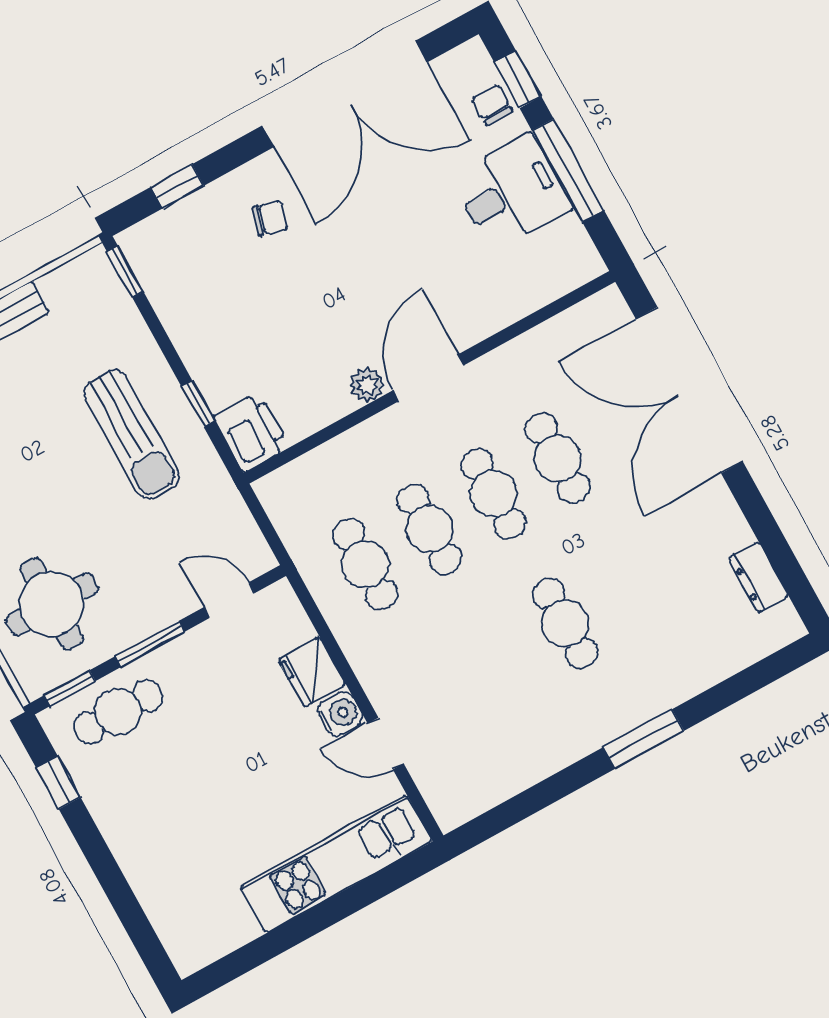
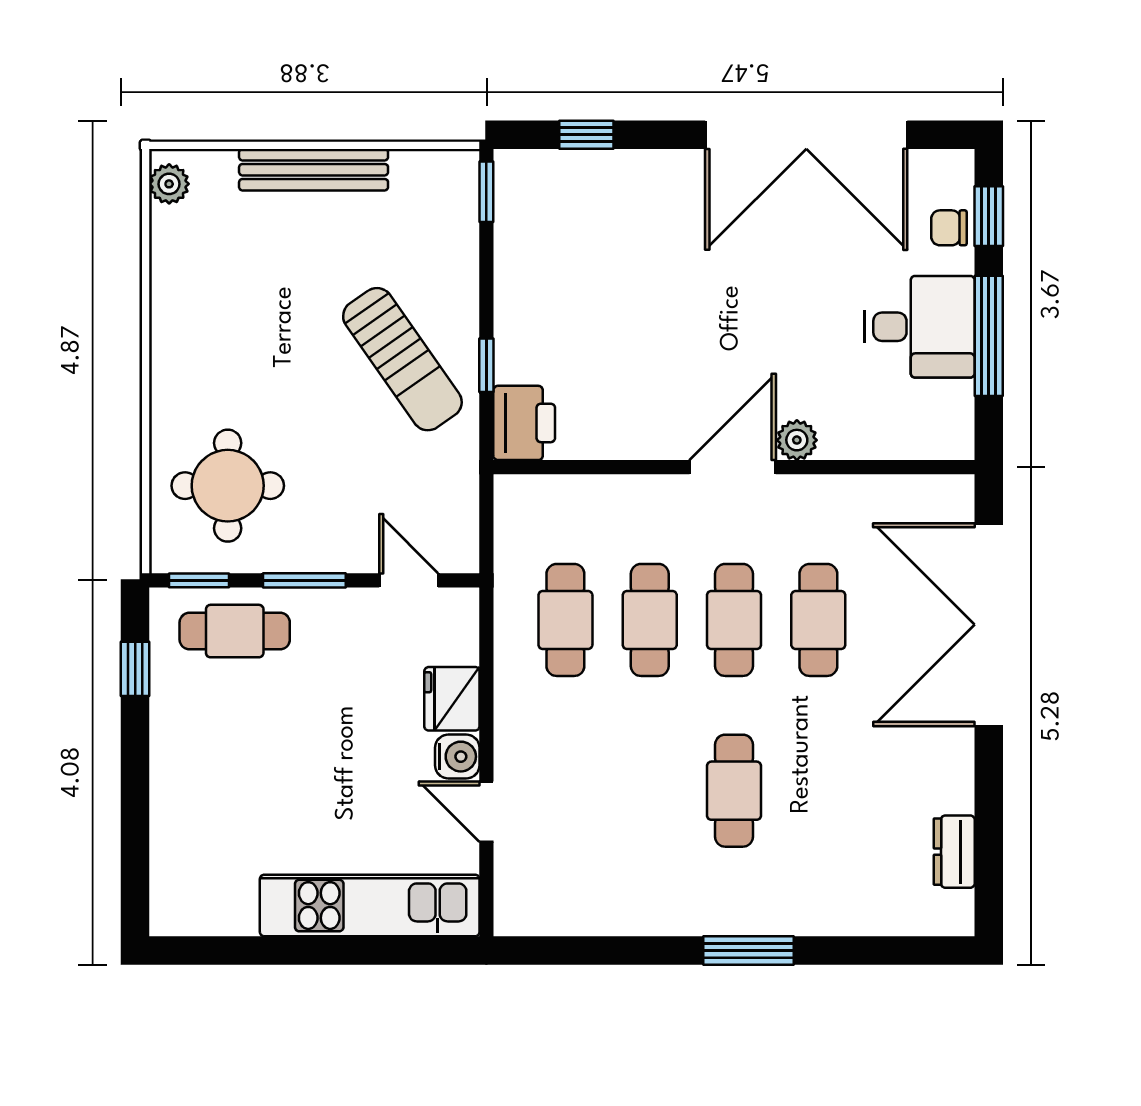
chair: (492, 105) -> (949, 228), turned -90
chair: (270, 218) -> (662, 218), removed
plant: (367, 385) -> (797, 440), moved
sun lounger: (132, 434) -> (402, 359), turned -35

